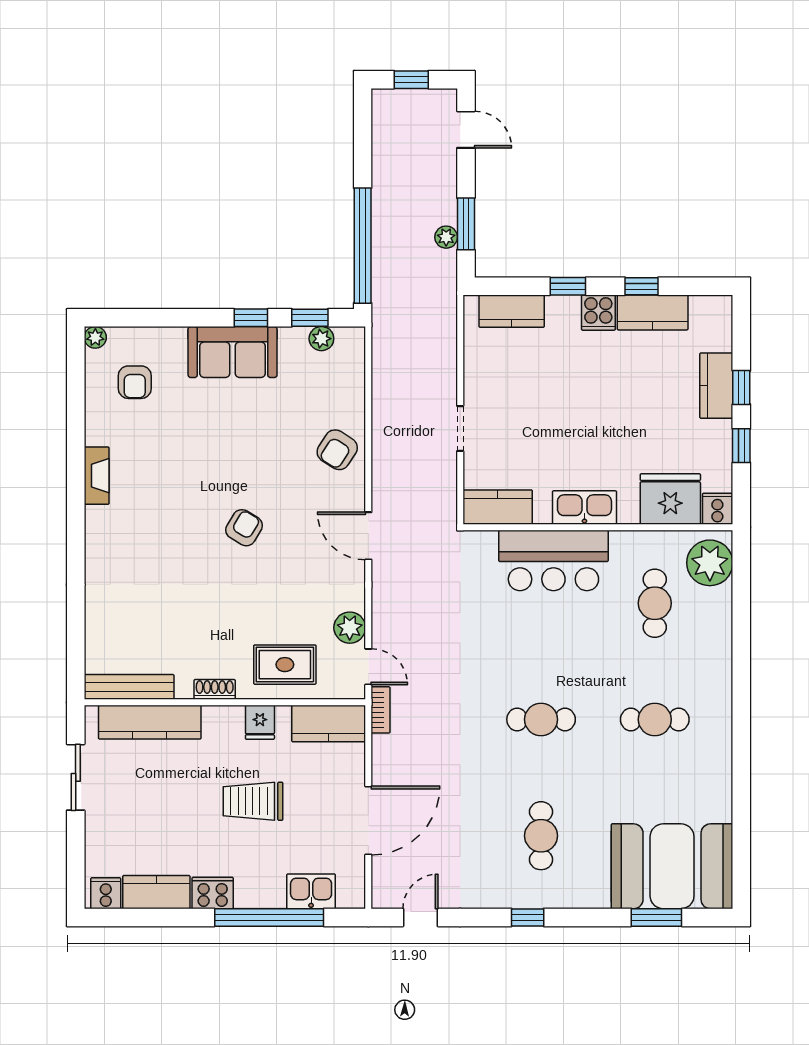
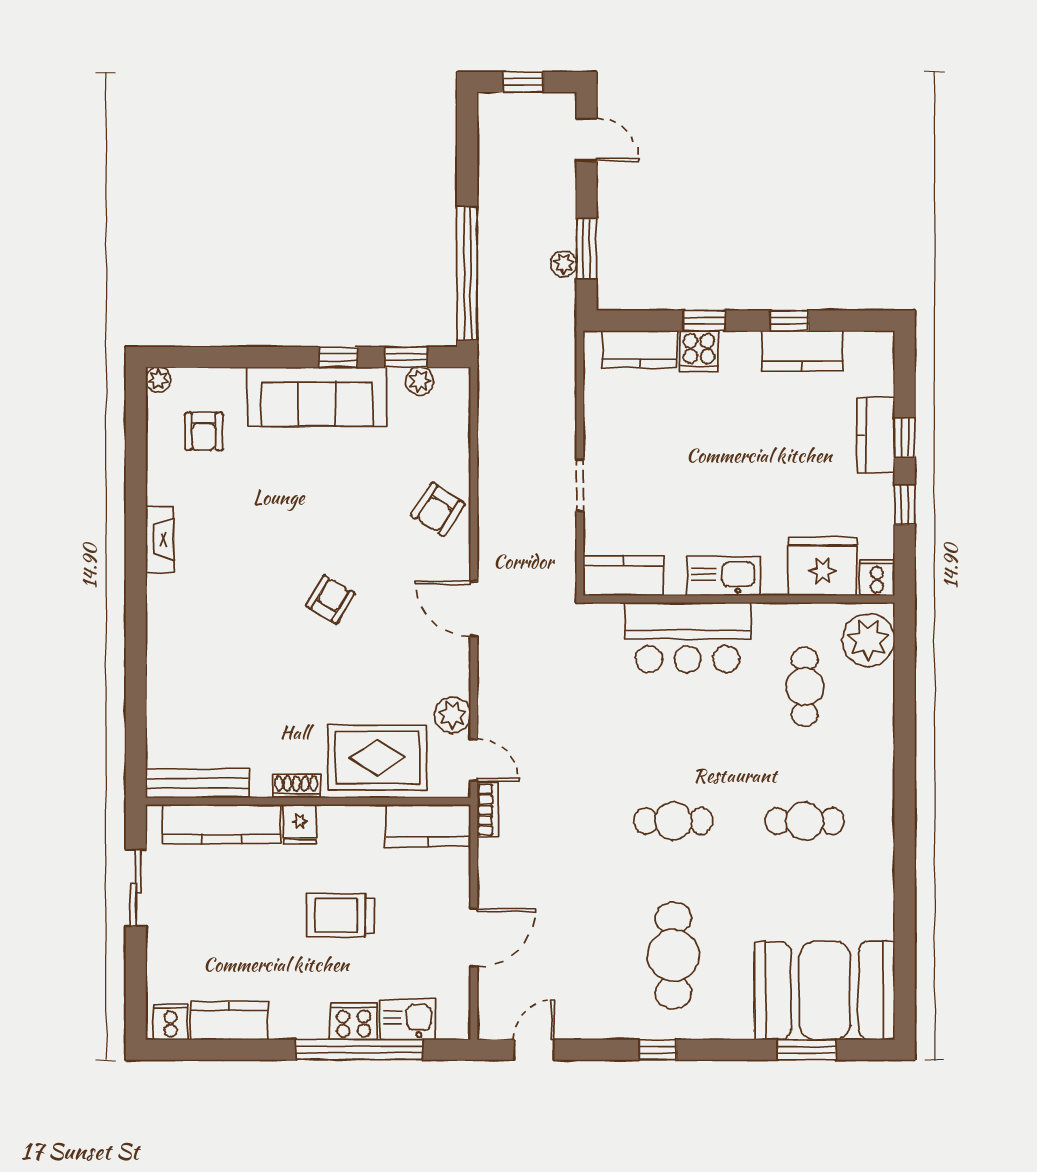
cooker: (598, 313) -> (699, 351), moved
sofa: (233, 352) -> (317, 397), width x1.36
rug: (285, 665) -> (377, 758), width x1.36, depth x1.43
fridge: (260, 722) -> (300, 824), moved
door: (368, 821) -> (474, 938), width x0.73
cafe table: (541, 836) -> (673, 955), width x1.37, depth x1.35
cooker: (213, 893) -> (353, 1021), moved

